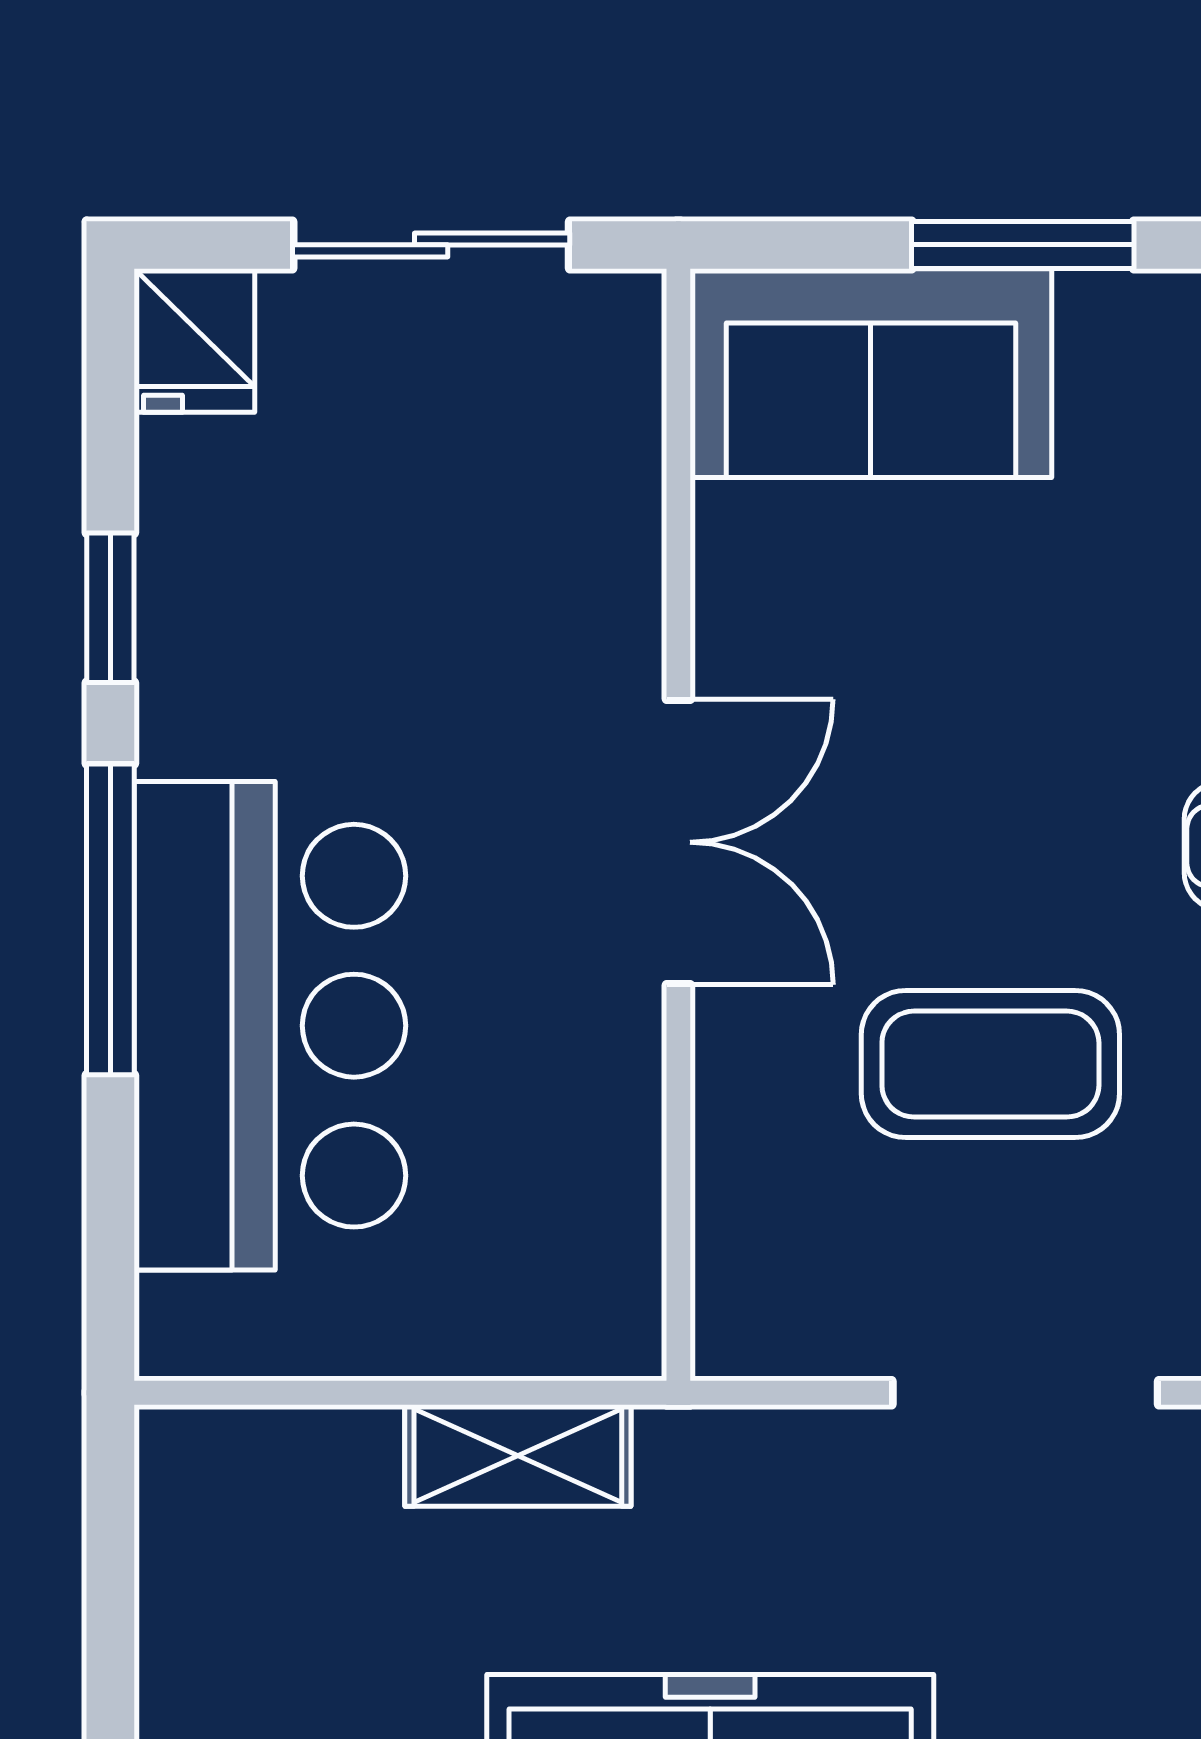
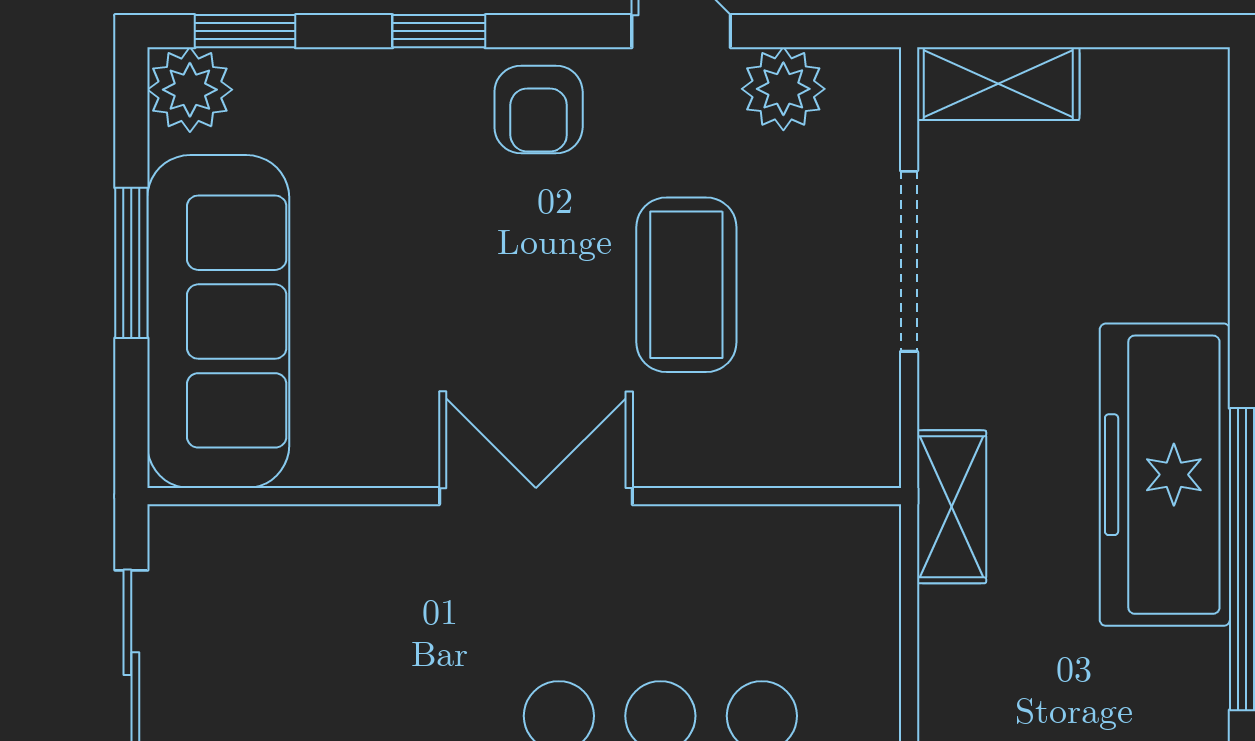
sofa: (871, 373) -> (218, 322), width x1.36
shelving: (518, 1455) -> (952, 507), moved

